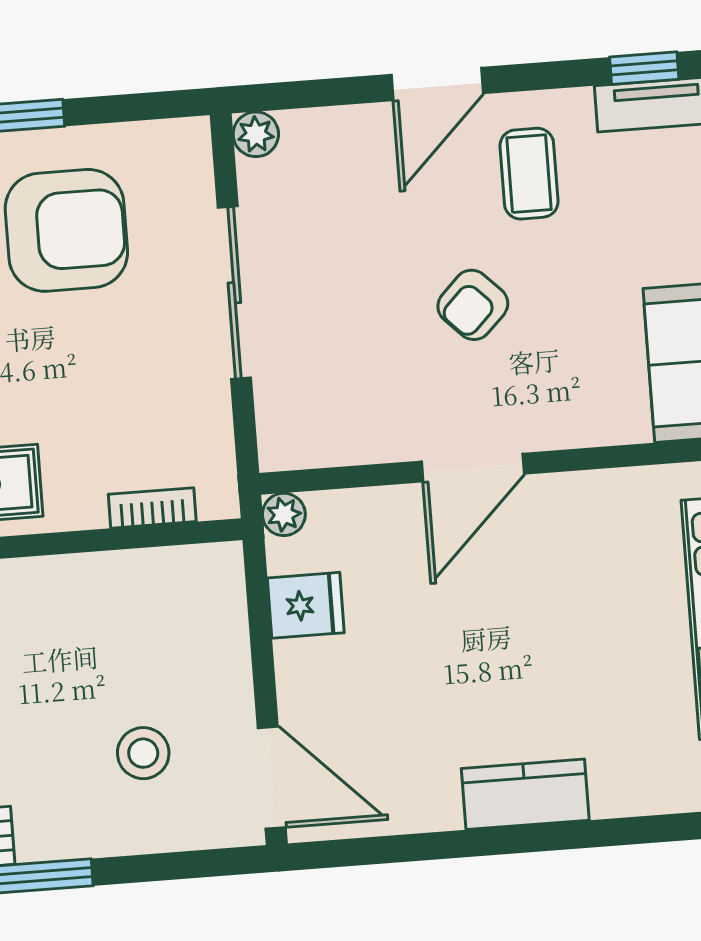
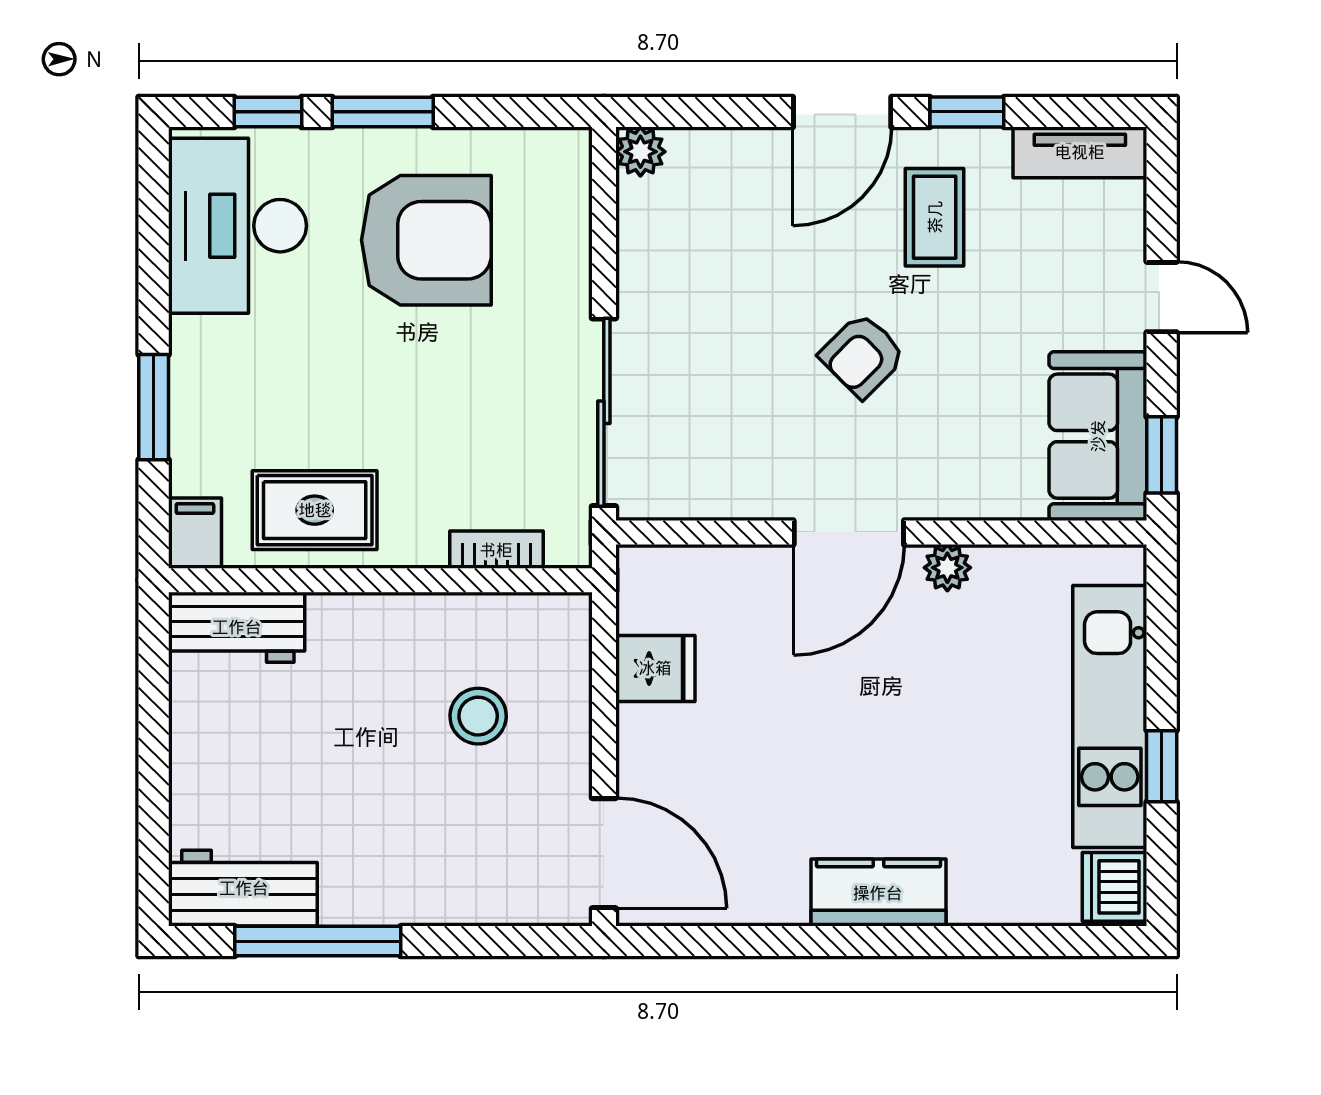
window: (644, 68) -> (967, 112), moved
sliding door: (234, 293) -> (604, 412), moved
plant: (284, 514) -> (947, 568), moved
stool: (143, 753) -> (478, 716), moved

